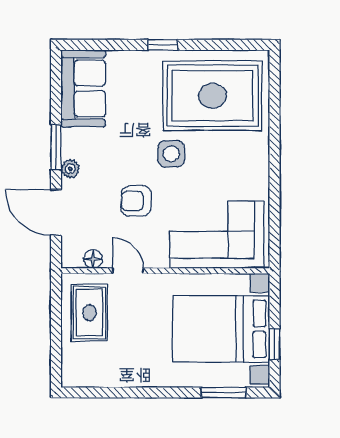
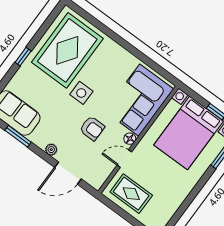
window: (56, 147) -> (18, 136), moved
armchair: (136, 201) -> (92, 128), turned -90
floor lamp: (93, 259) -> (130, 139), moved

